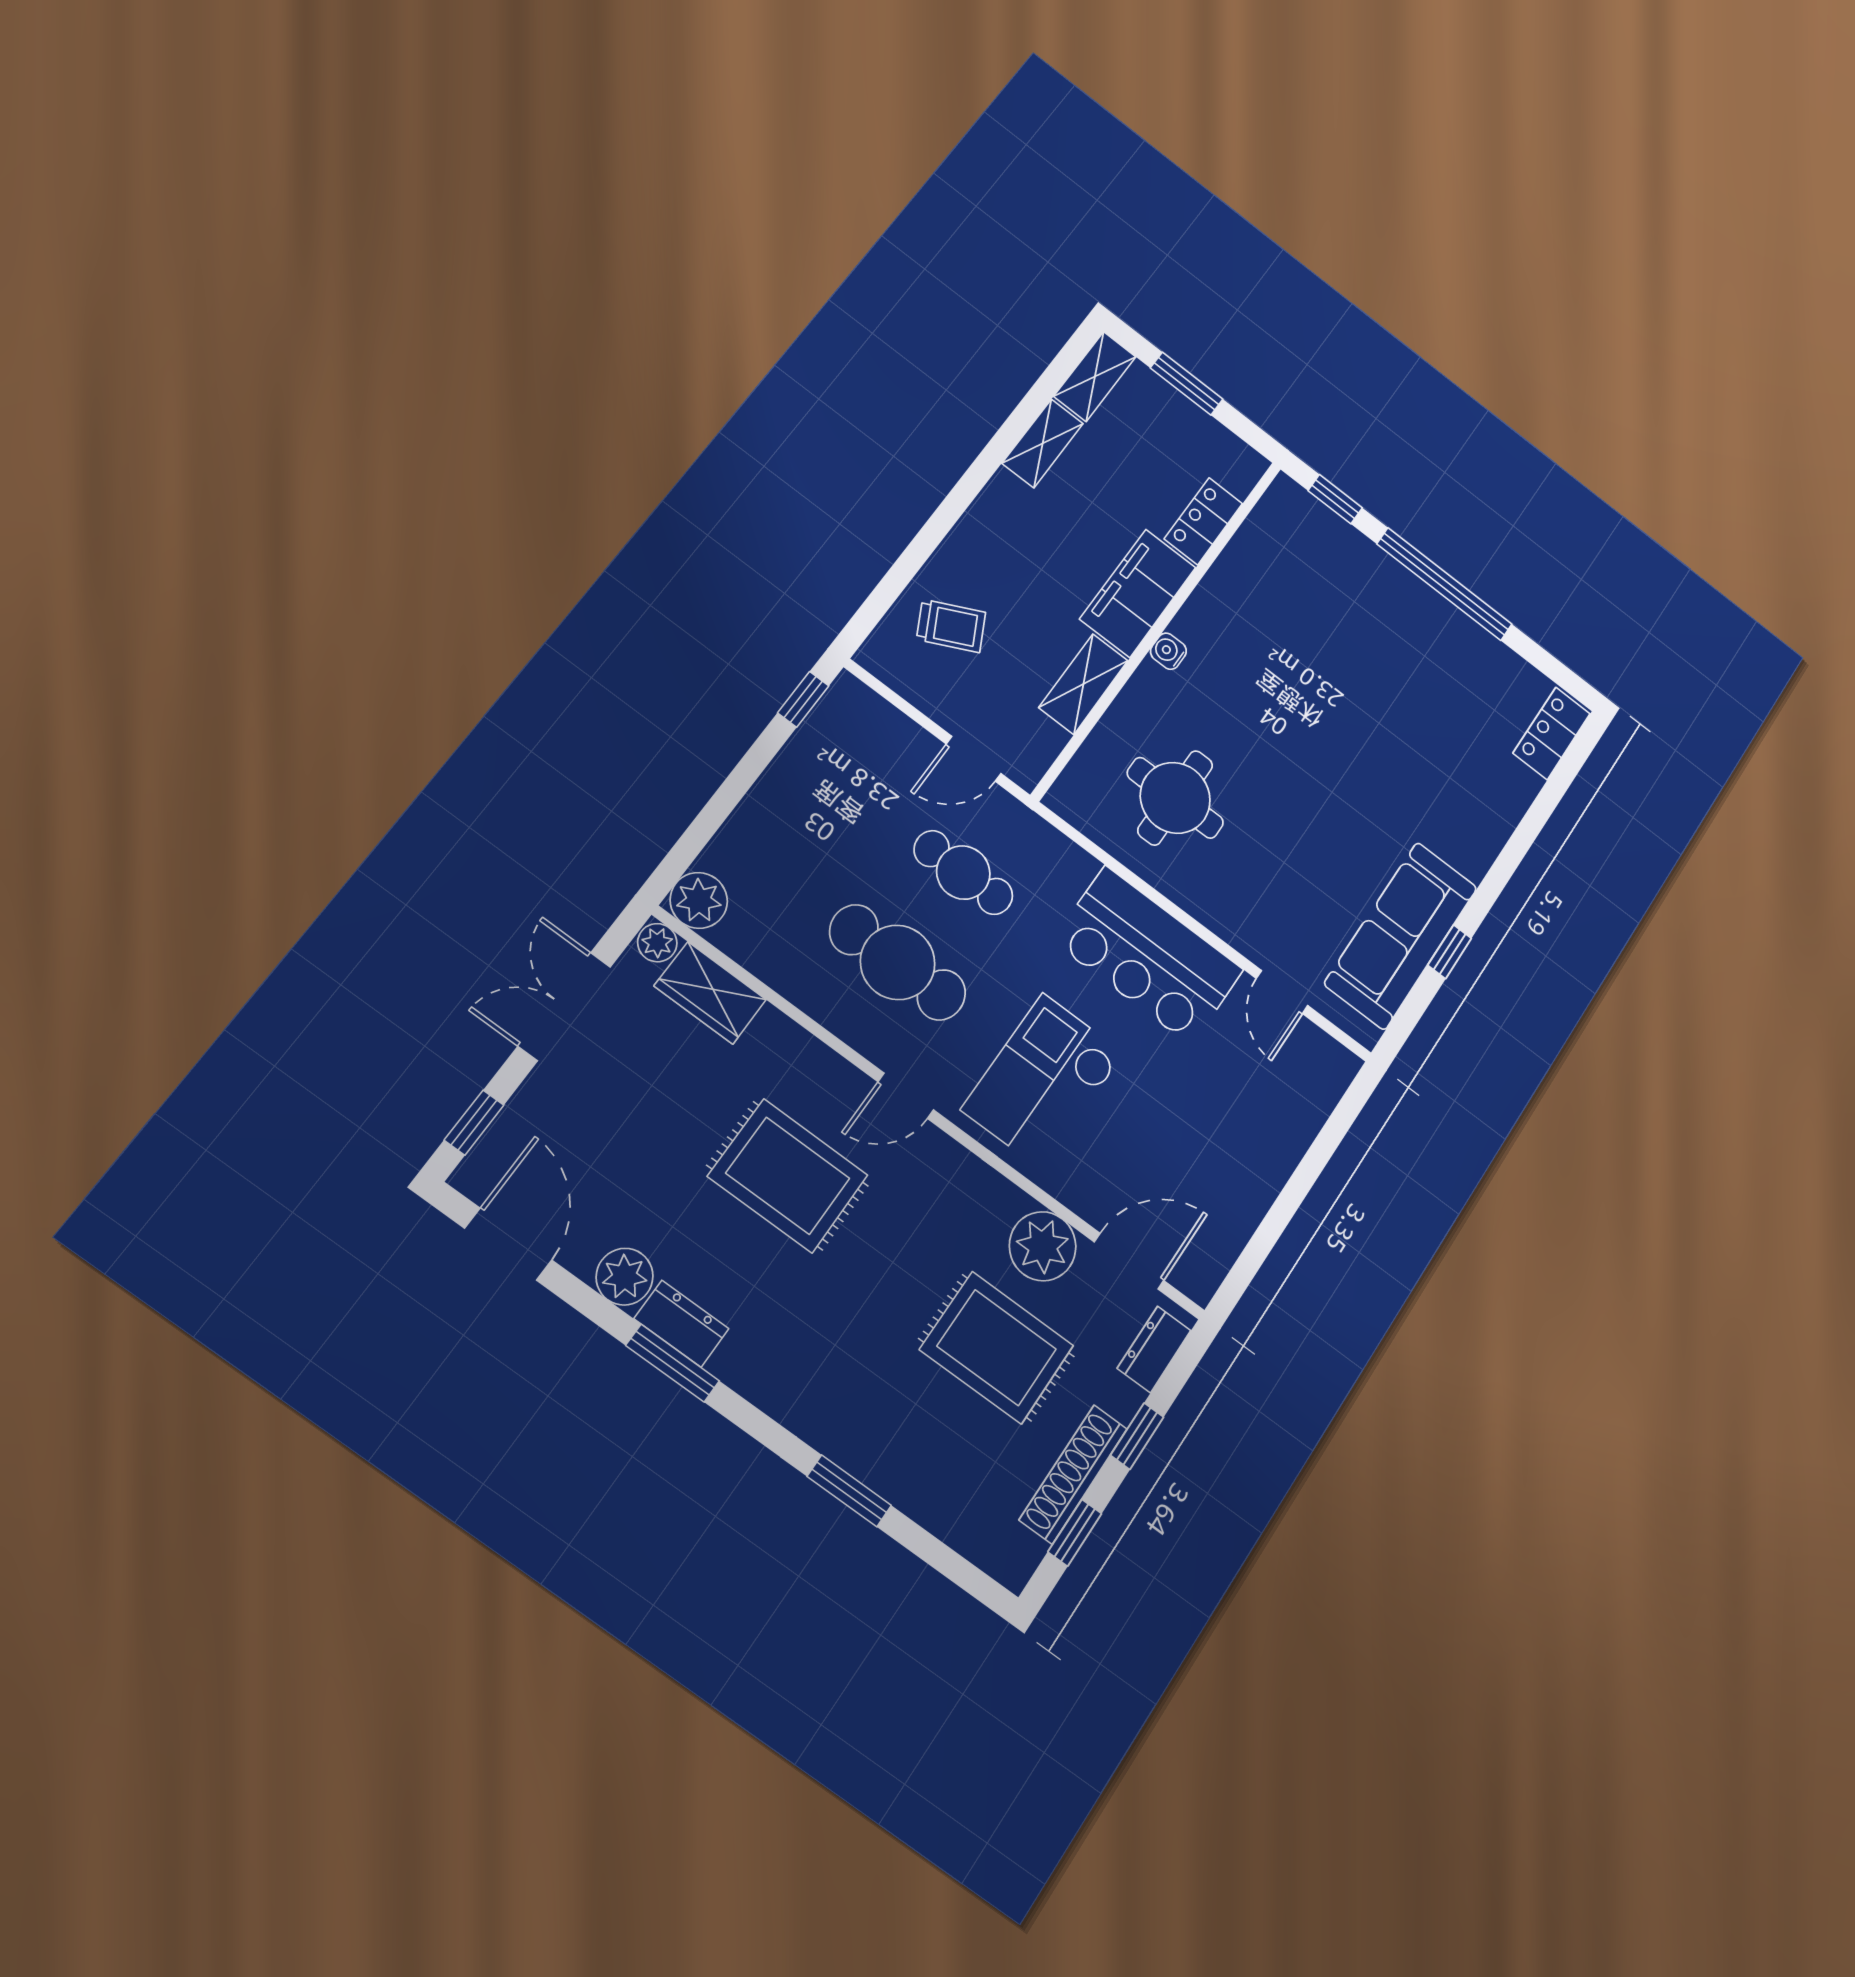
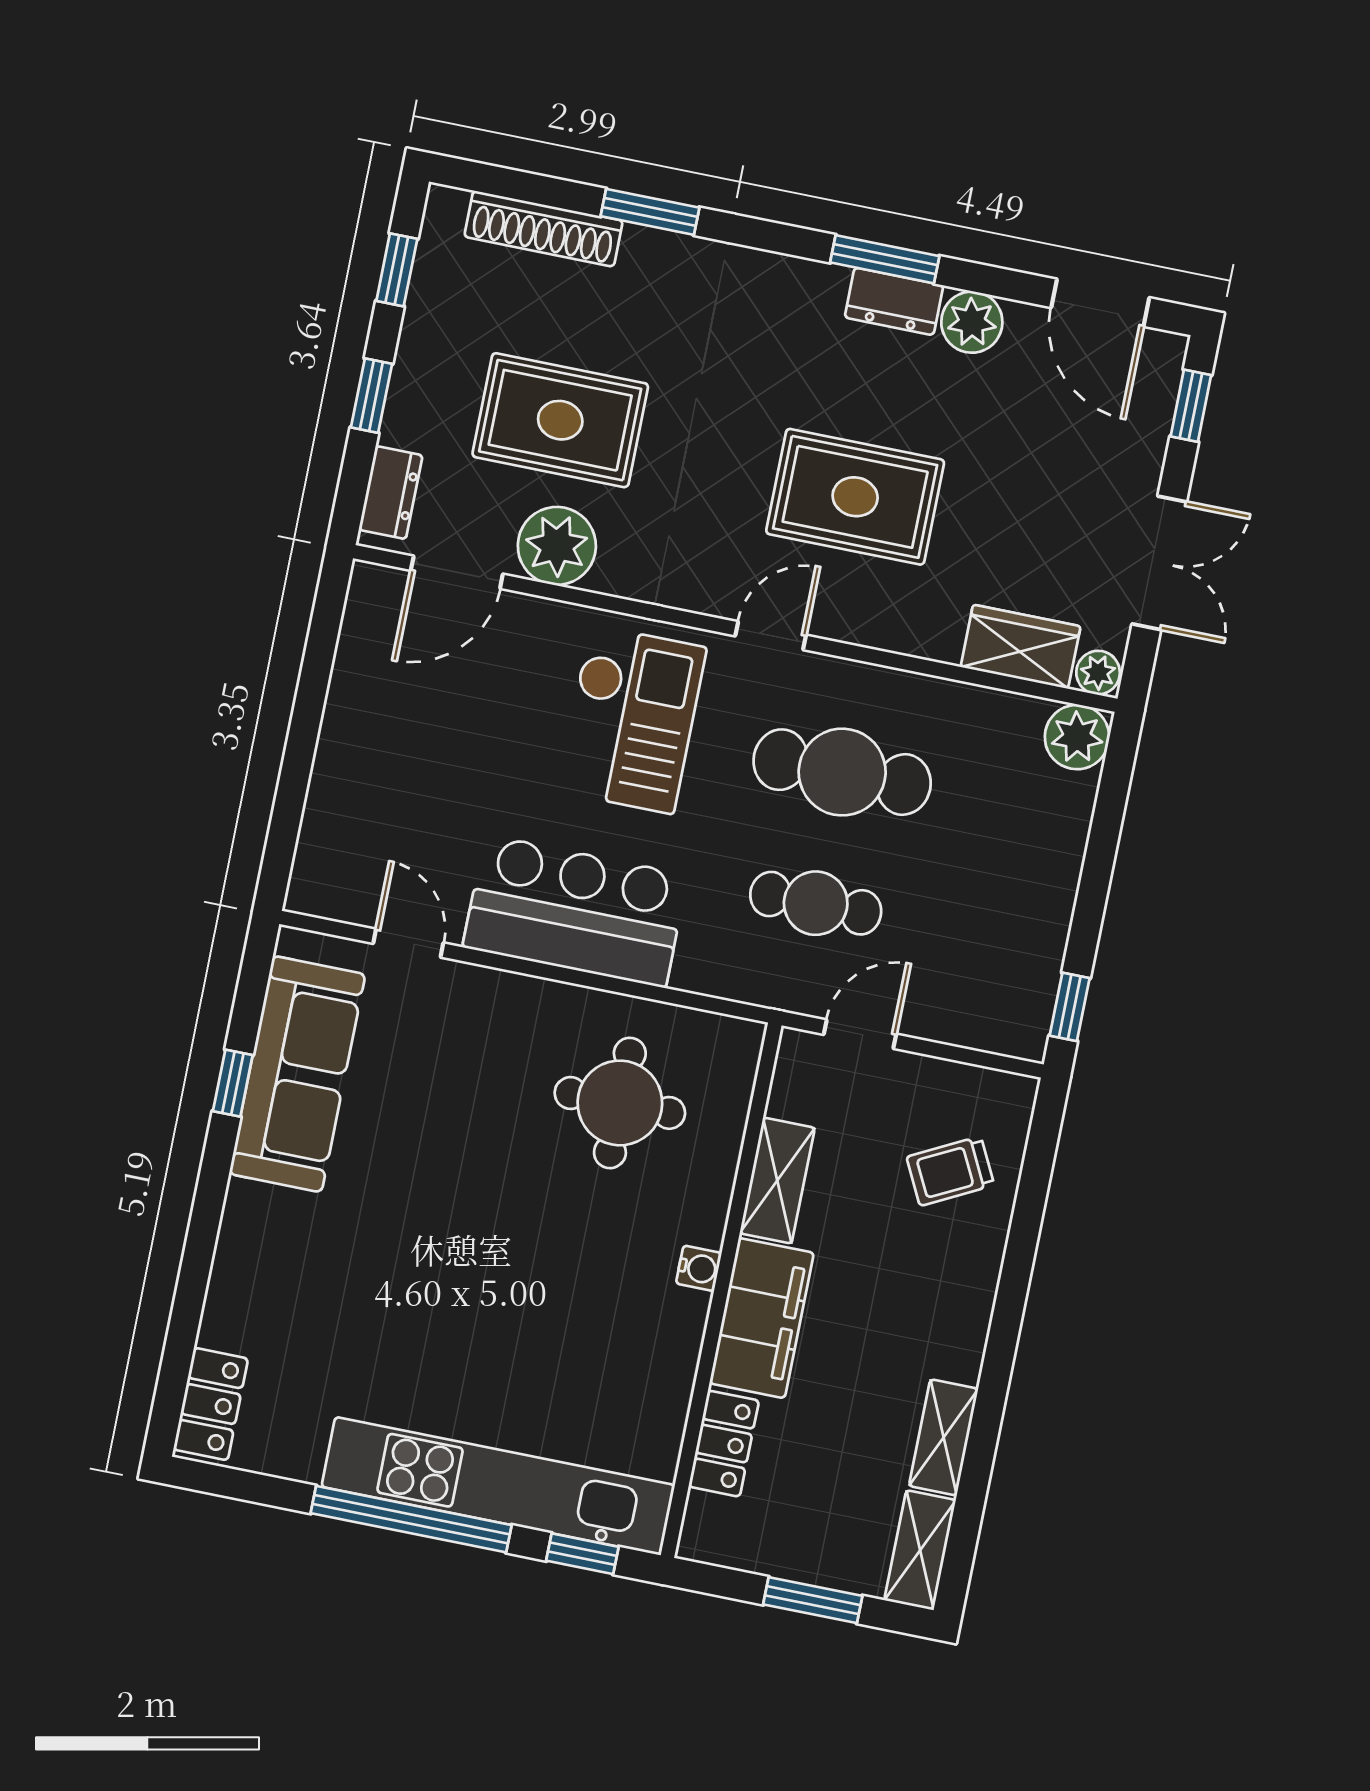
kitchen unit: (1375, 575) -> (498, 1486), added
shoe rack: (1073, 1474) -> (544, 229), moved, turned 90

